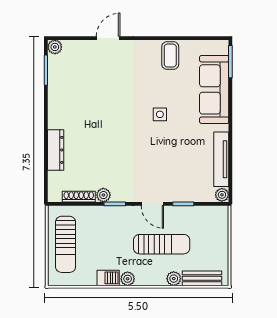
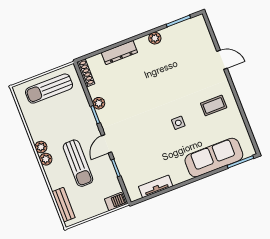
plant: (55, 47) -> (155, 38), moved
coffee table: (170, 56) -> (214, 105), moved
tv unit: (221, 159) -> (156, 186), width x0.71
plant: (222, 195) -> (134, 195), removed
shoe rack: (79, 197) -> (86, 73), moved
barbecue: (108, 278) -> (115, 202), moved, turned -90
plant: (174, 279) -> (46, 159), moved

